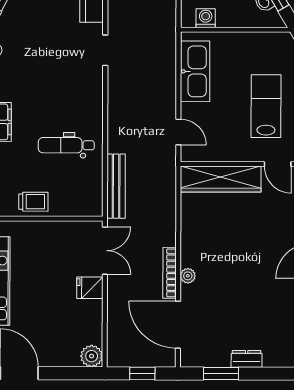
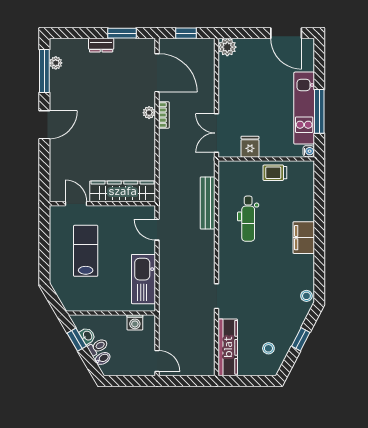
lab bench: (266, 106) -> (86, 251), turned 180
dental chair: (66, 145) -> (248, 219), turned 90
bench: (116, 186) -> (208, 203), moved
bookcase: (170, 273) -> (164, 115), width x0.64
fridge: (90, 288) -> (250, 147), moved, turned -90

